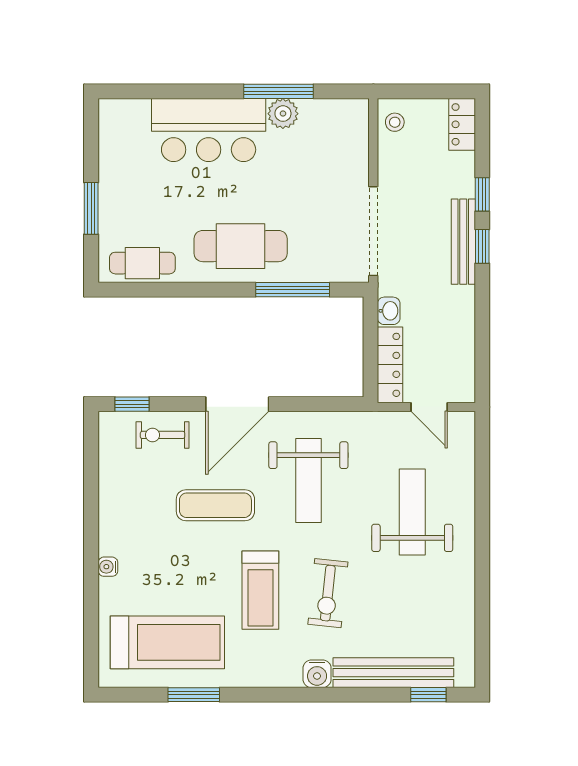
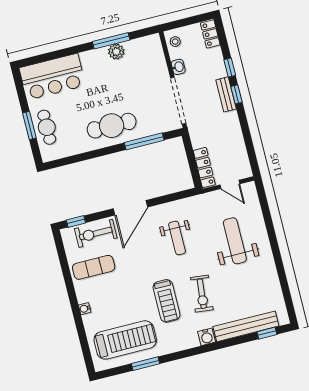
bar counter: (209, 130) -> (52, 77), moved
bench: (463, 242) -> (226, 94), width x0.73
cafe table: (142, 263) -> (47, 127), moved, turned 90
washbasin: (389, 311) -> (178, 67), moved
exercise bike: (163, 435) -> (96, 233), width x1.38, depth x1.39
weight bench: (308, 480) -> (177, 238), width x0.73, depth x0.75
exercise mat: (215, 505) -> (94, 267), moved

